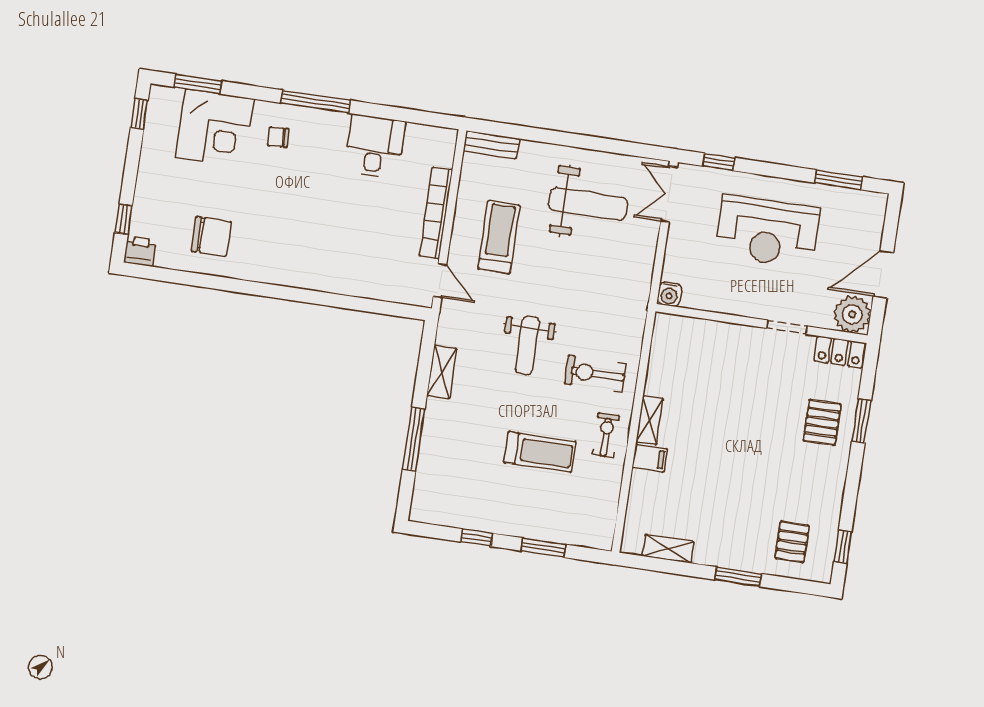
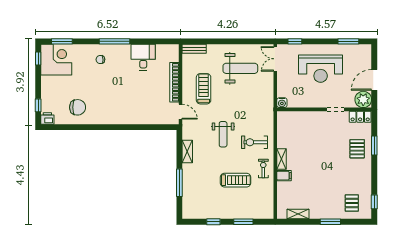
corner desk: (215, 128) -> (56, 60), moved, turned -90

